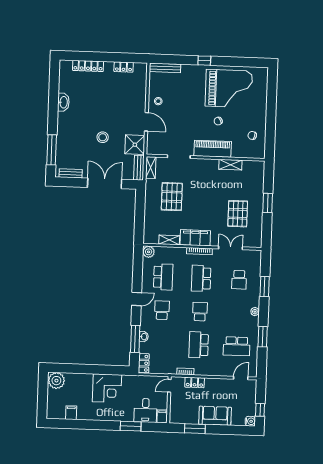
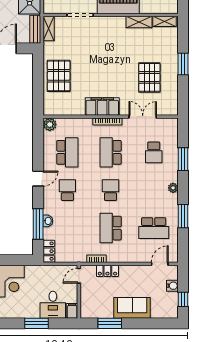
pallet: (172, 197) -> (59, 76), moved
shelving: (169, 240) -> (165, 21), moved
water cooler: (250, 421) -> (172, 286), moved

